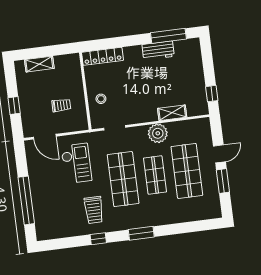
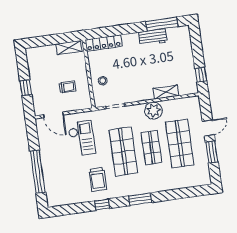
shelving: (39, 64) -> (69, 48), moved

